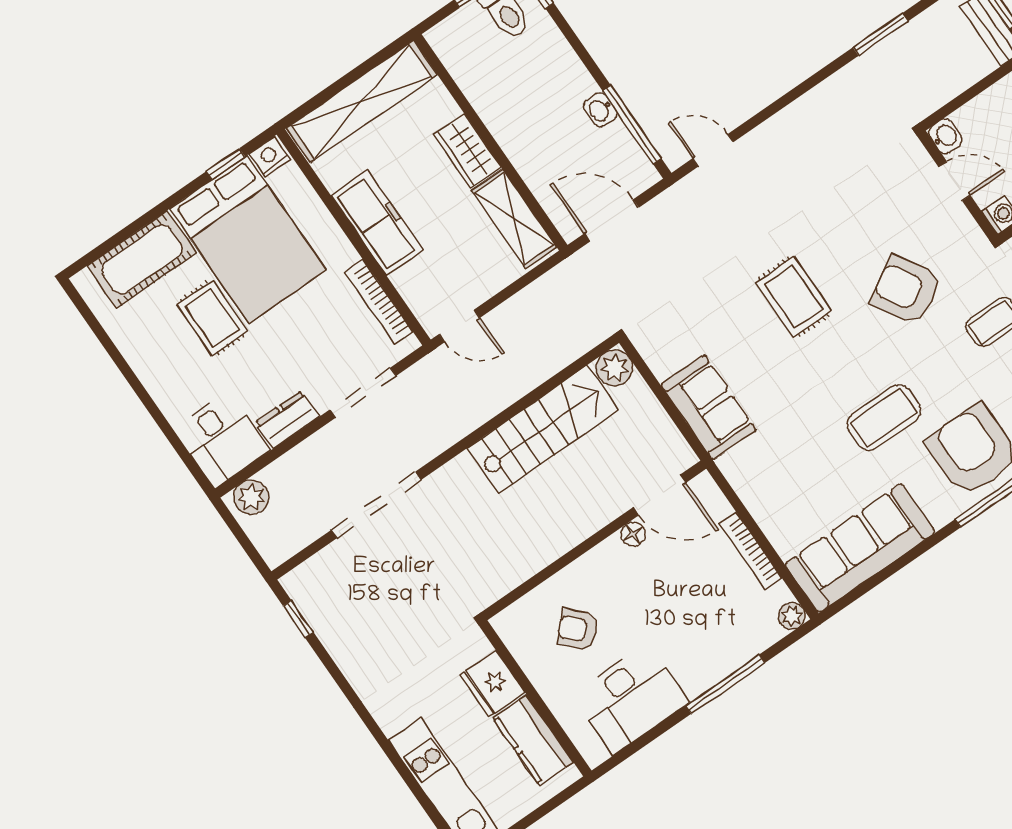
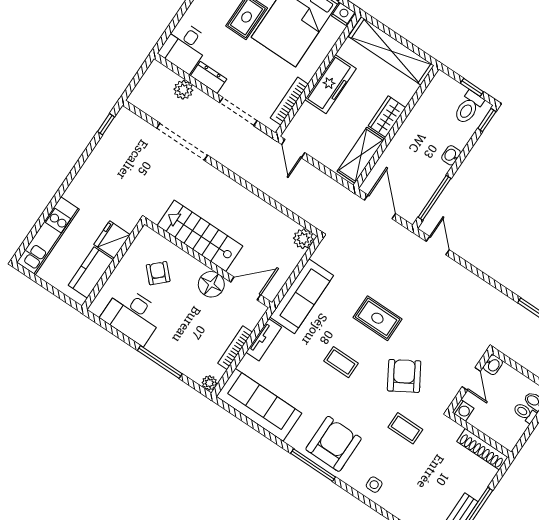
washbasin: (600, 110) -> (451, 155), moved
rug: (794, 297) -> (377, 318), turned 90
sofa: (708, 407) -> (302, 296), width x1.36
coffee table: (884, 418) -> (341, 362), moved, width x0.73, depth x0.77
stairs: (543, 429) -> (200, 236), moved, turned 180
door: (659, 495) -> (246, 288), swing flipped
plant: (251, 497) -> (183, 90), moved
tv unit: (756, 498) -> (264, 340), added
floor lamp: (633, 534) -> (211, 284), width x1.89, depth x1.89

